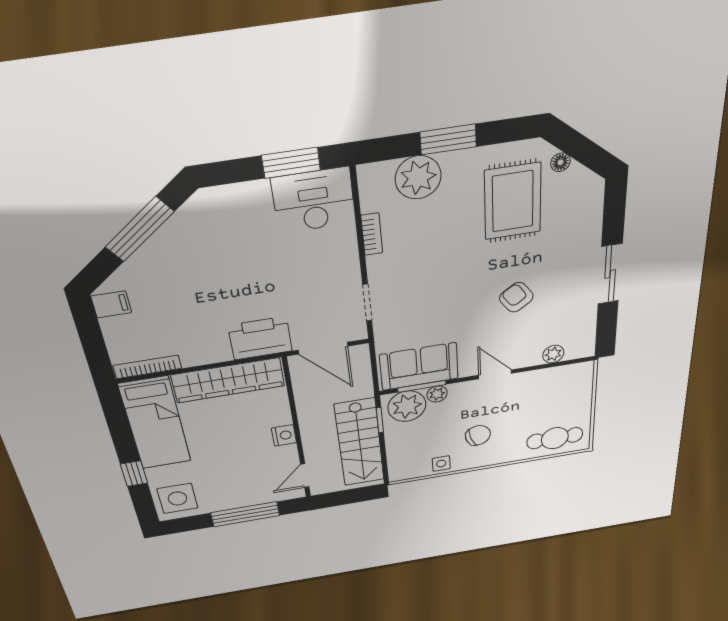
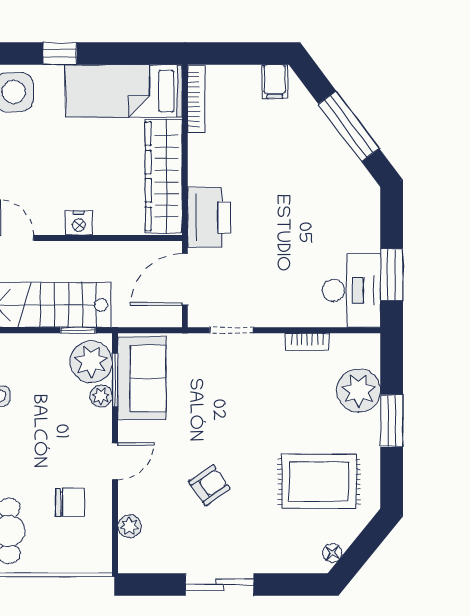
floor lamp: (560, 162) -> (332, 553), moved
chair: (478, 435) -> (70, 502), moved, turned -72

